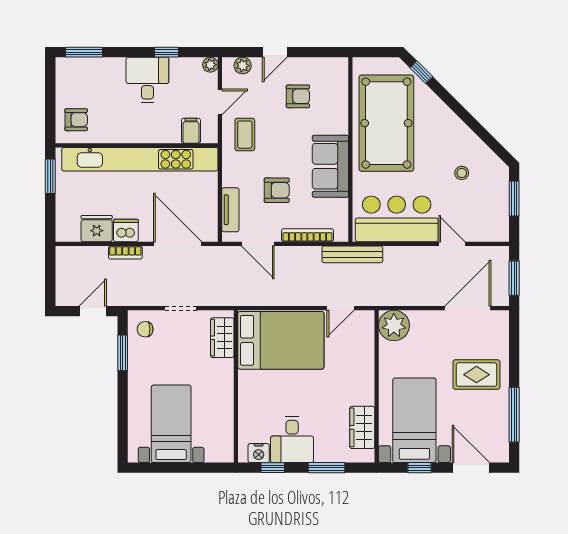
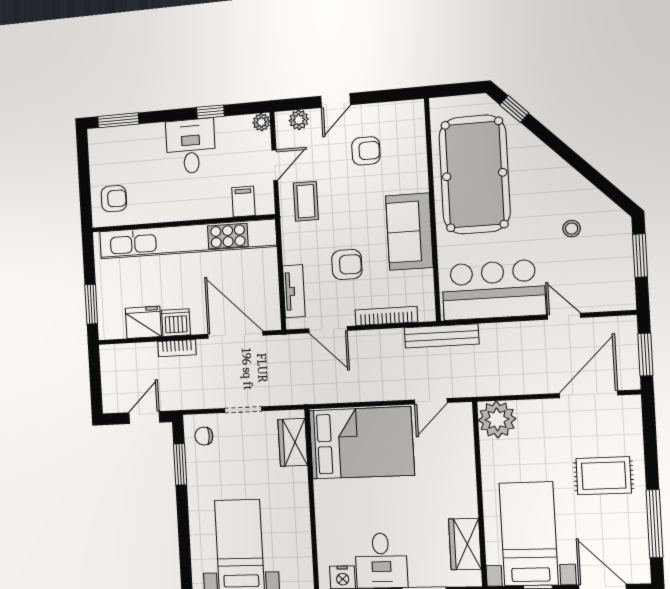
window: (50, 176) -> (91, 304), moved

